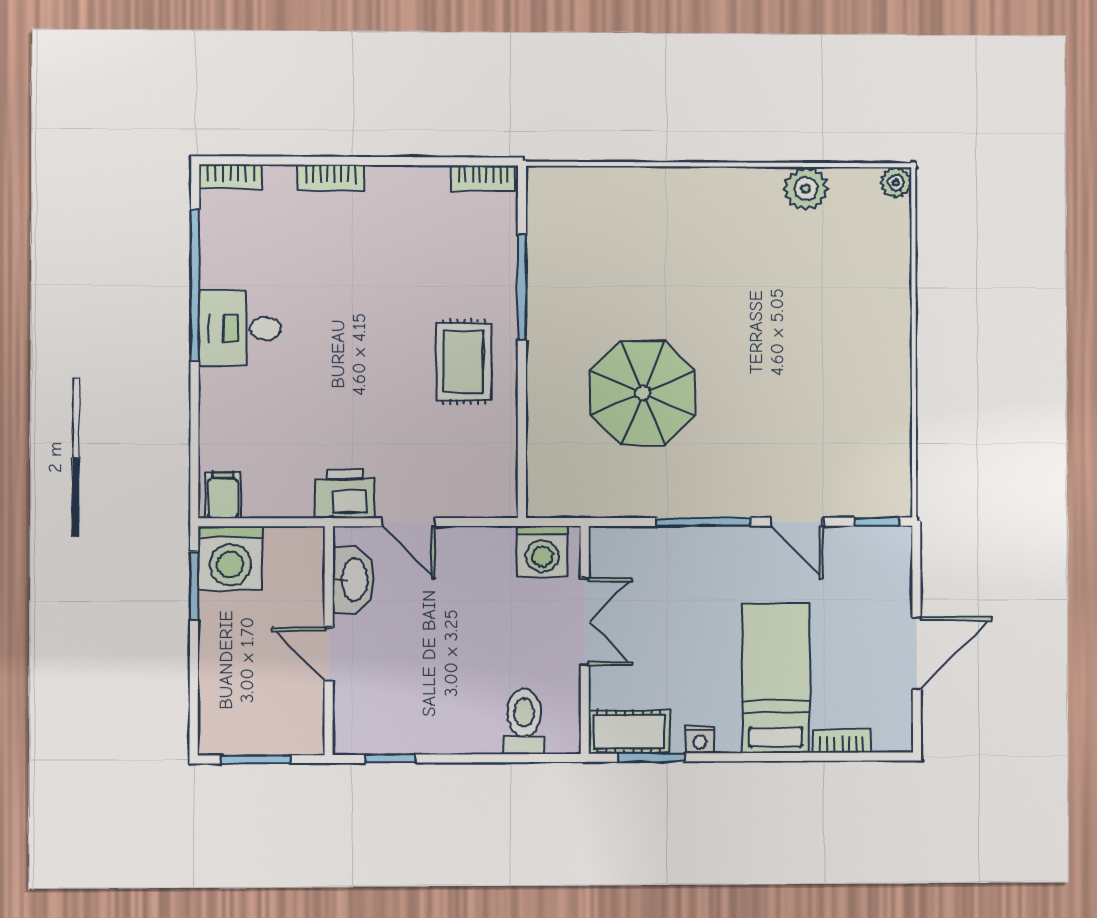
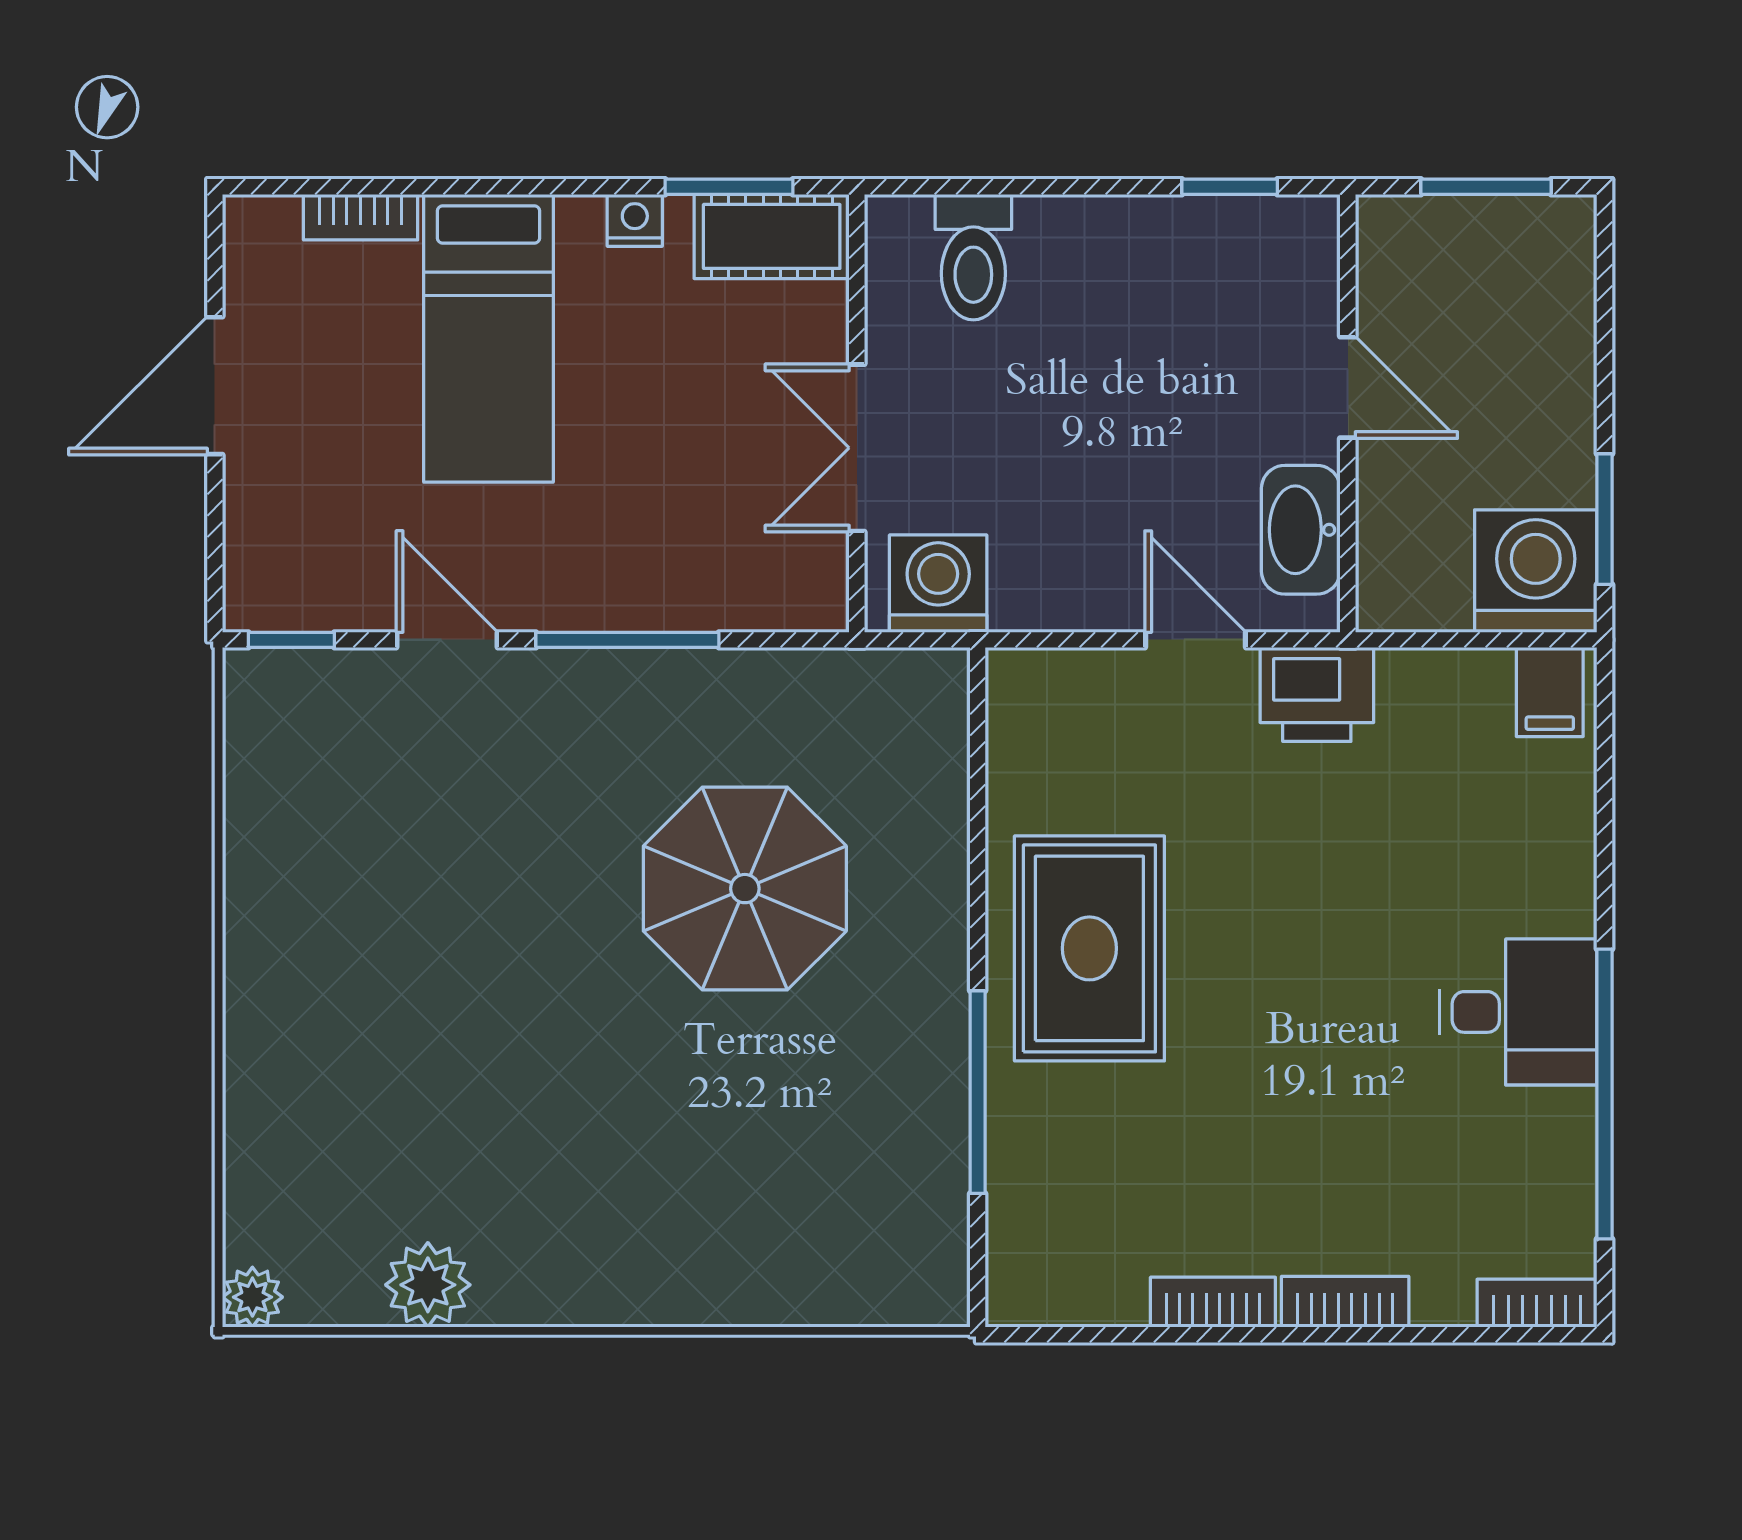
bookcase: (483, 178) -> (1213, 1302), moved
rug: (464, 362) -> (1089, 948), width x1.36, depth x1.43

